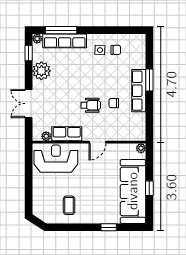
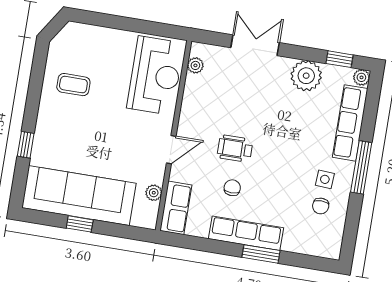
window: (61, 30) -> (361, 167), moved
wheelchair: (91, 105) -> (235, 149), turned 90
row of seats: (67, 134) -> (176, 208), moved
door: (97, 142) -> (171, 150), swing flipped
plant: (141, 148) -> (154, 193), moved

